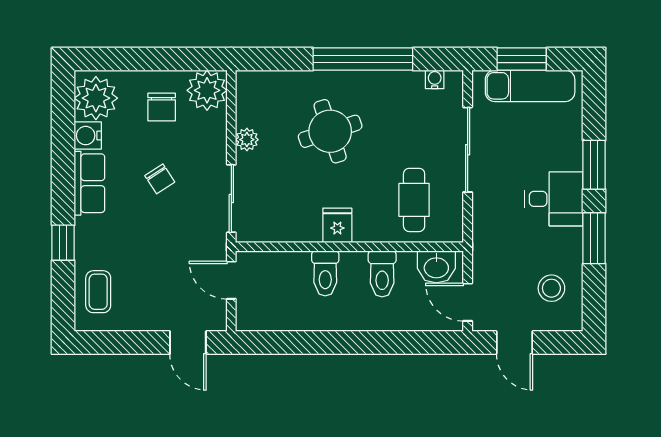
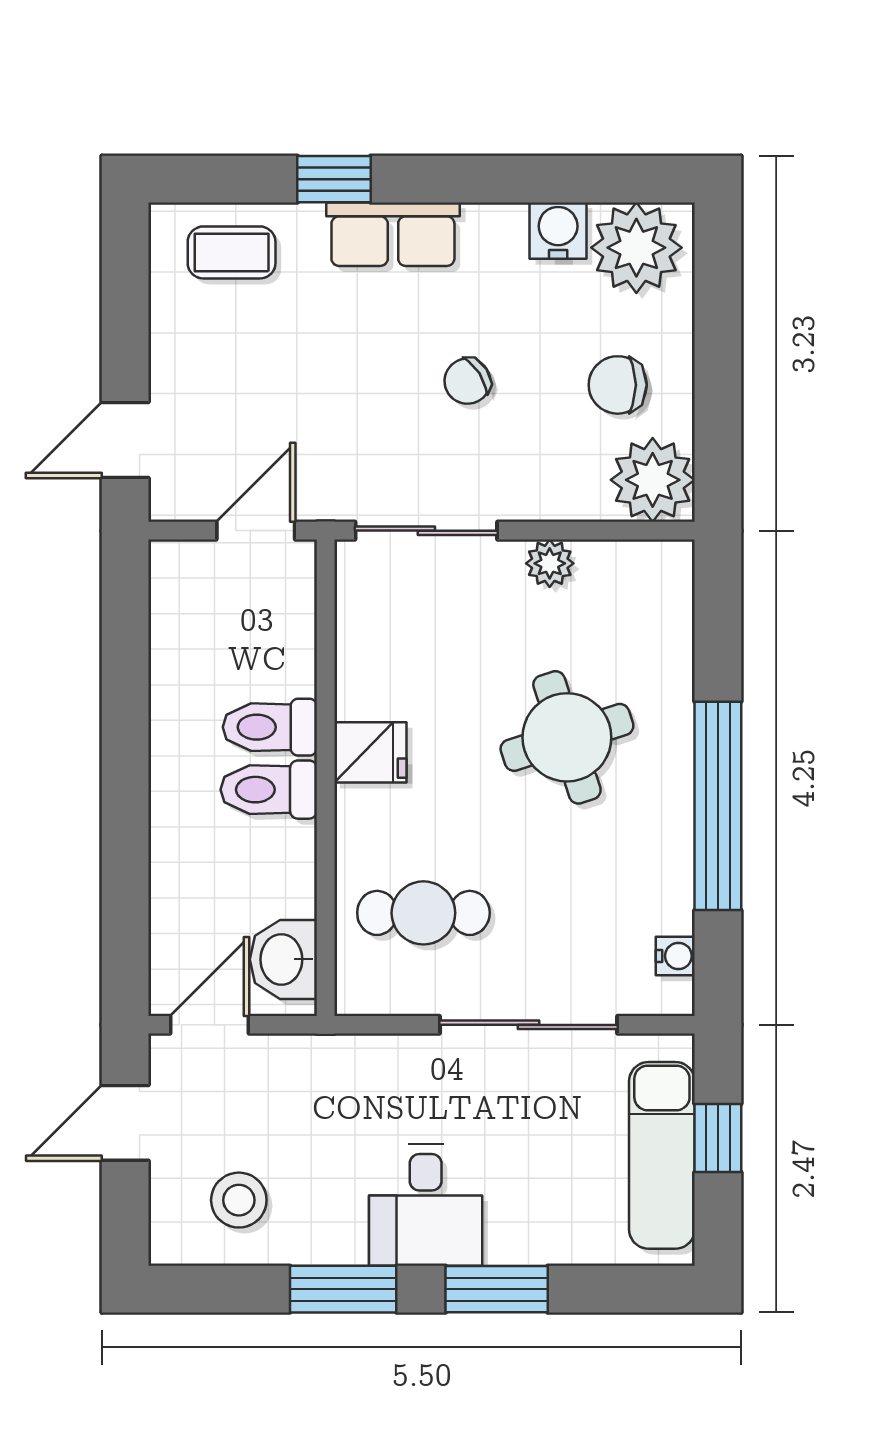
window: (522, 59) -> (718, 1138), width x0.67
row of seats: (89, 183) -> (393, 234), moved
toilet: (382, 274) -> (269, 790), moved

